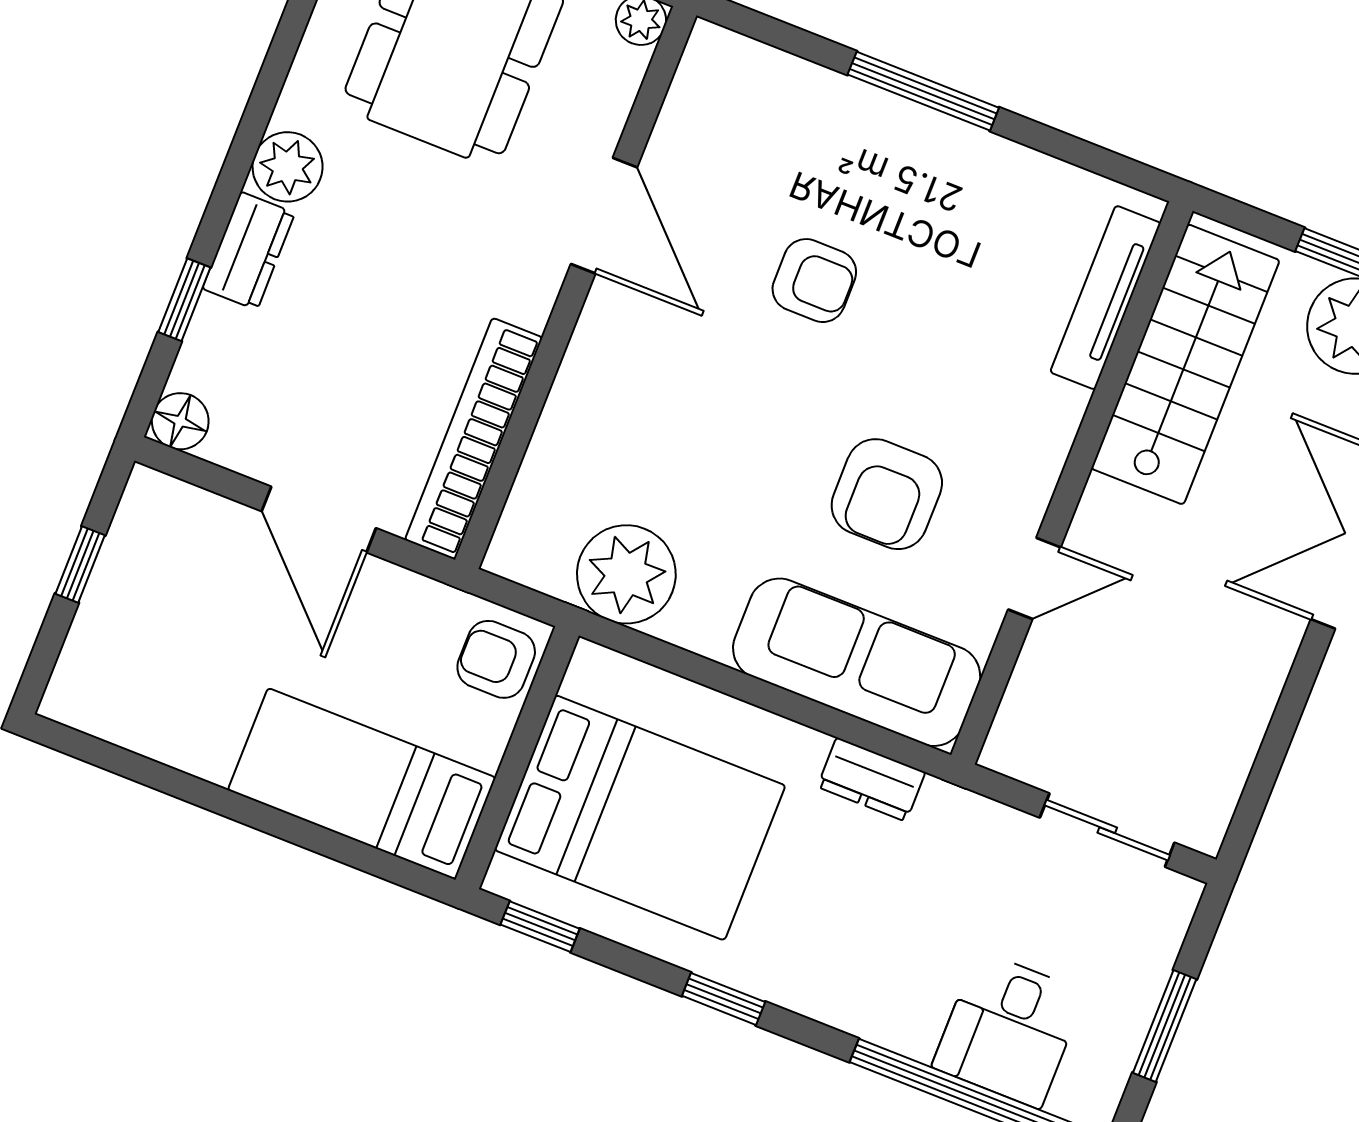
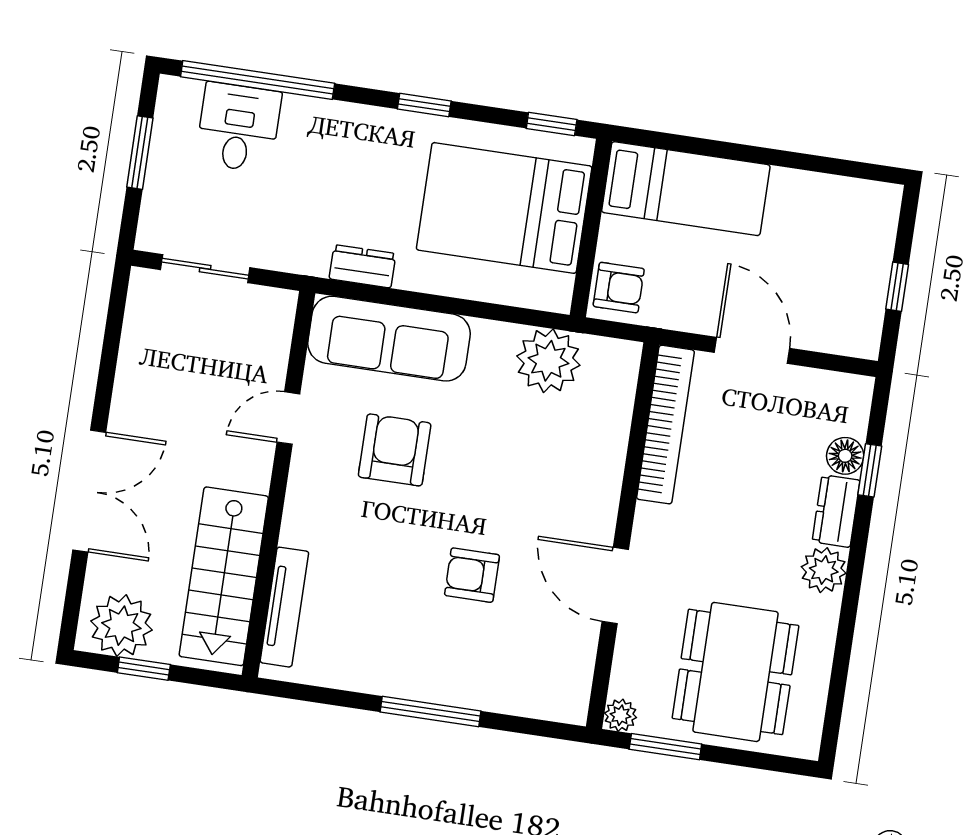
floor lamp: (180, 421) -> (845, 456), moved

